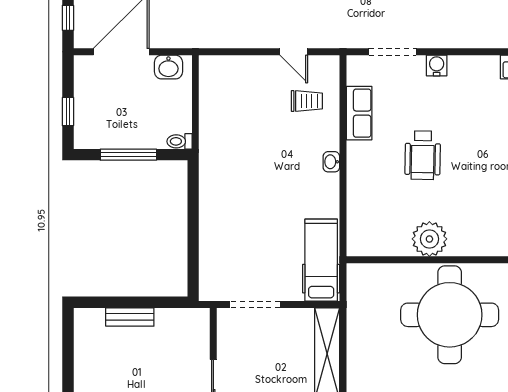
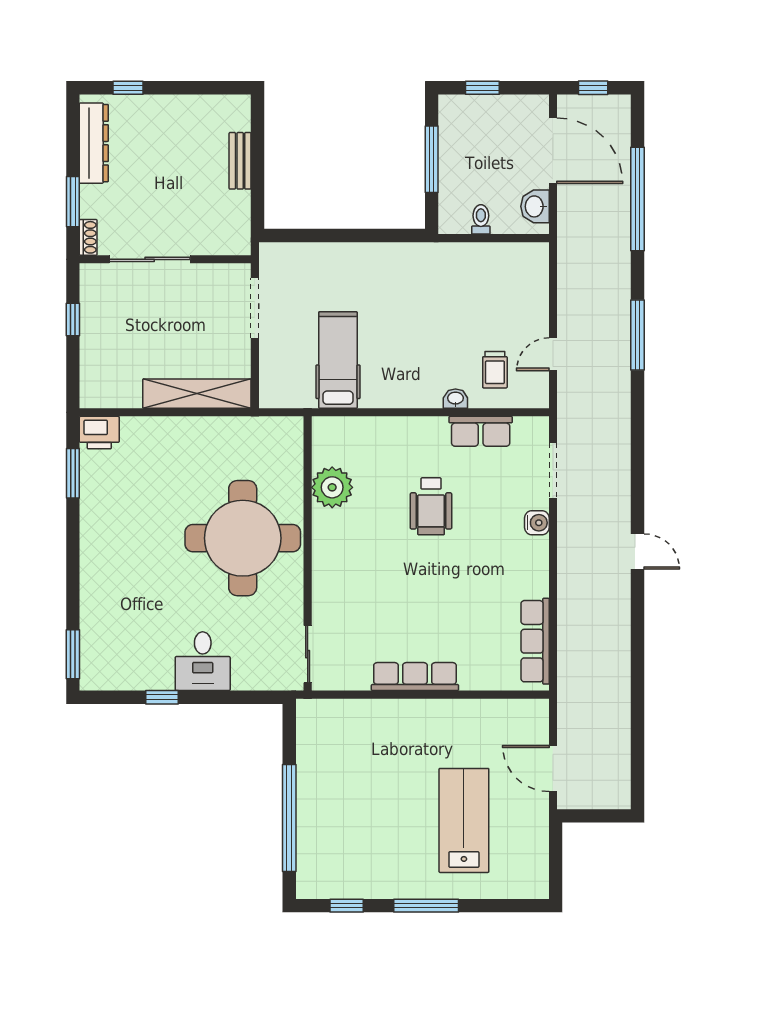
toilet: (179, 141) -> (481, 219), moved
wheelchair: (423, 155) -> (431, 506), turned -91
washbasin: (331, 162) -> (455, 399), moved
plant: (429, 239) -> (332, 487), moved
hospital bed: (321, 260) -> (338, 360), moved, turned -90

